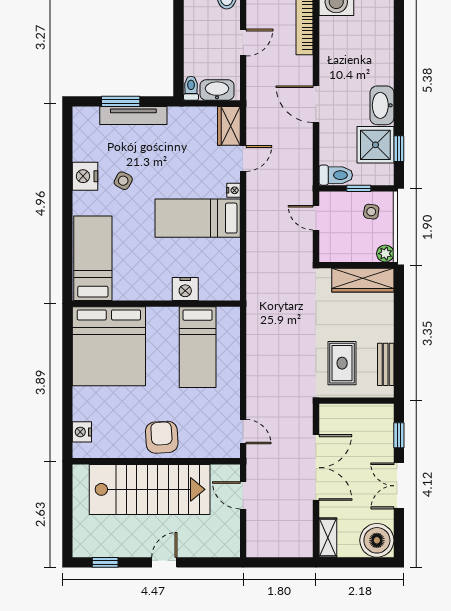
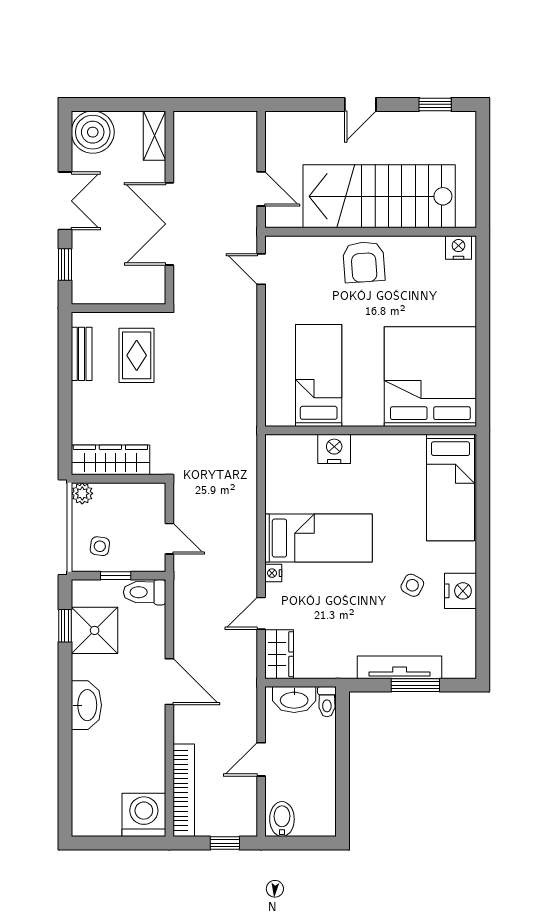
washbasin: (382, 105) -> (86, 705), moved
nightstand: (82, 432) -> (458, 247), moved, turned -90

